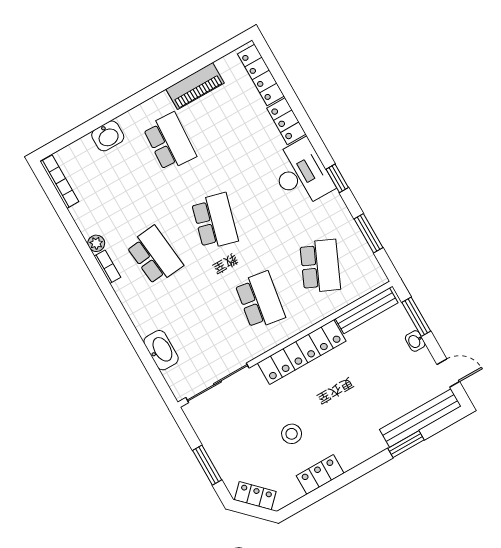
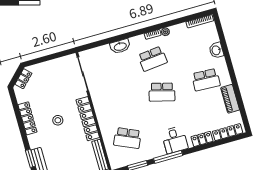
desk: (301, 174) -> (175, 140), width x0.73
window: (337, 178) -> (168, 157), width x2.17
school desk: (260, 300) -> (118, 105), removed
washbasin: (161, 350) -> (120, 46), moved
stool: (292, 434) -> (58, 120), moved
window: (207, 465) -> (44, 59), removed
locker: (320, 474) -> (27, 118), width x1.53

